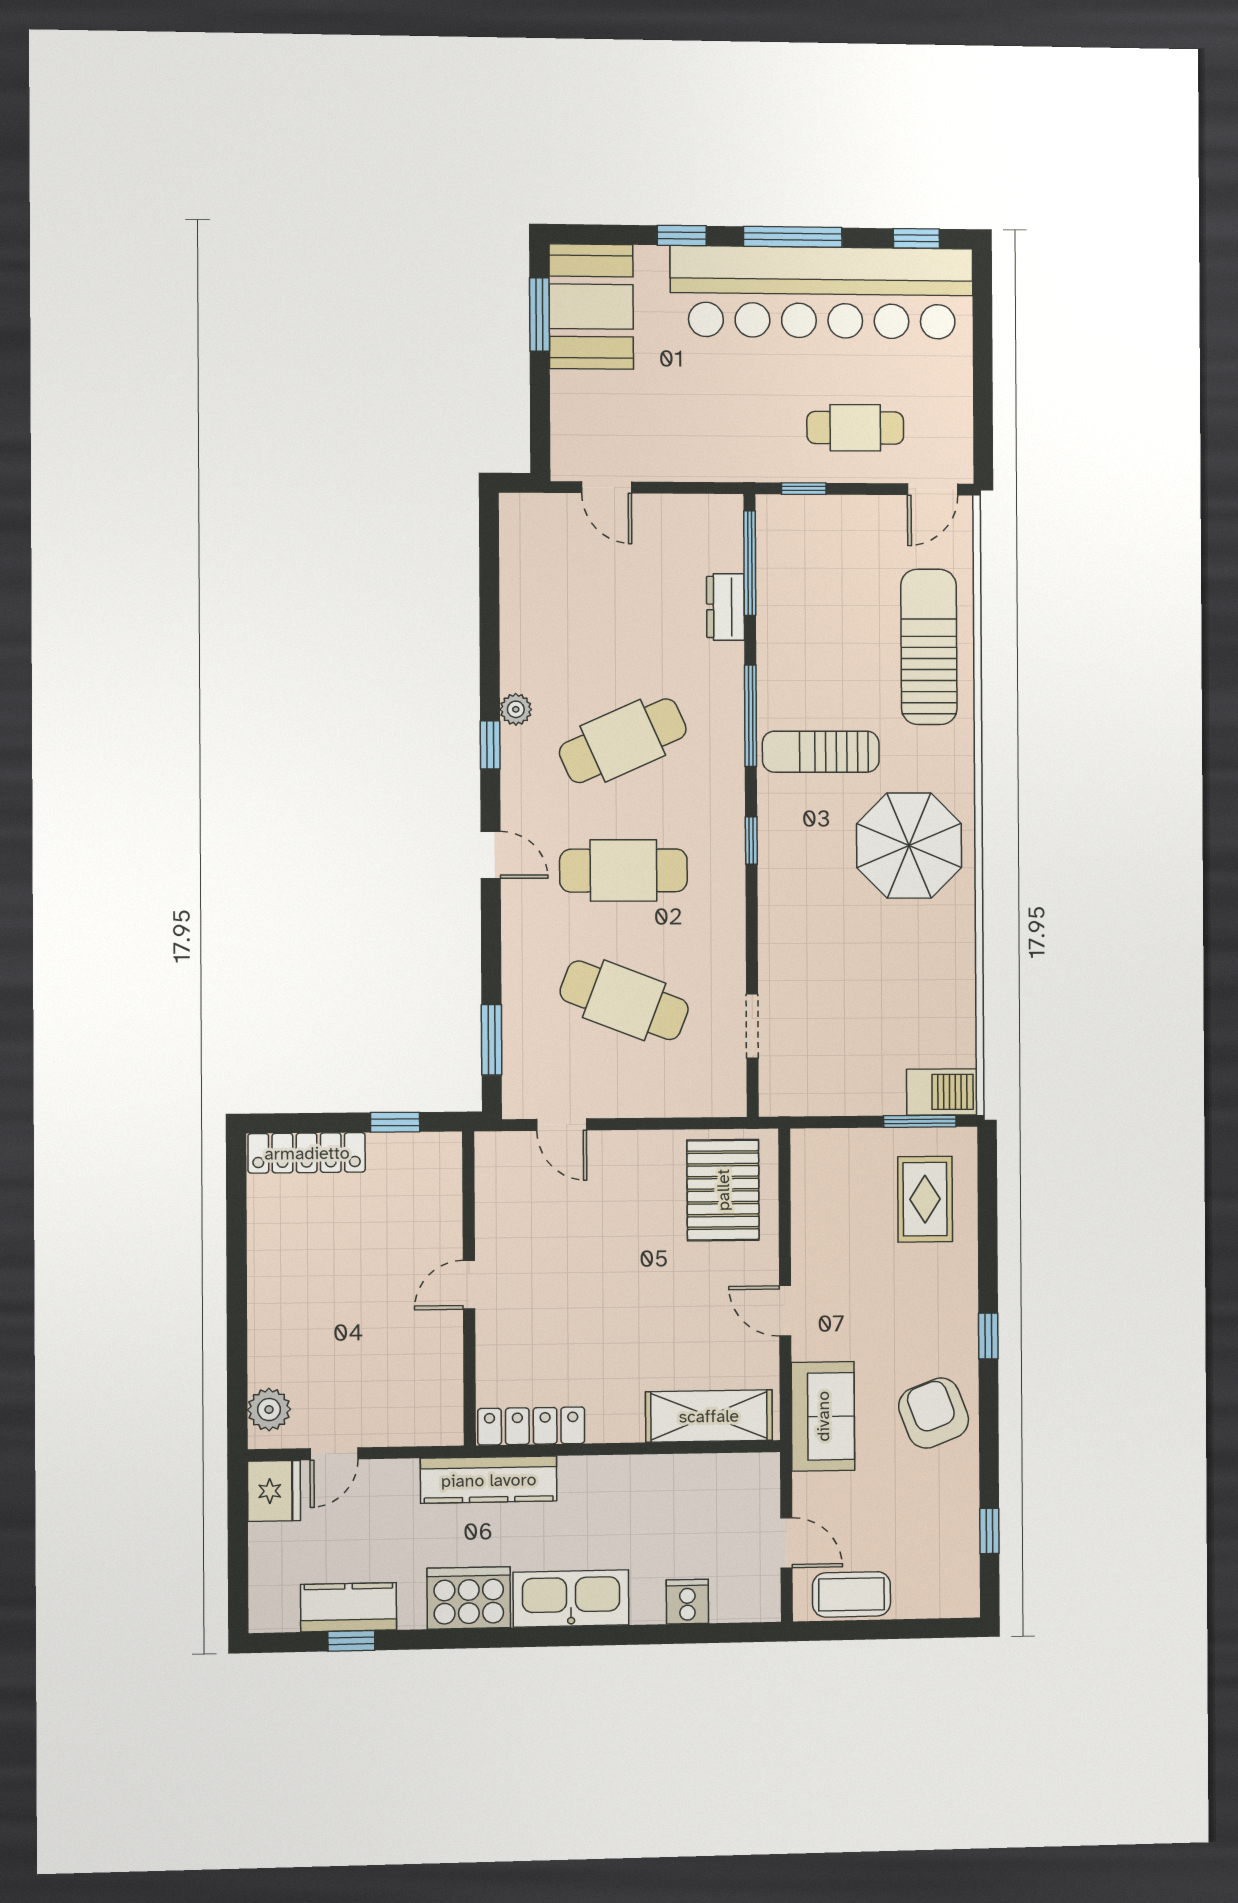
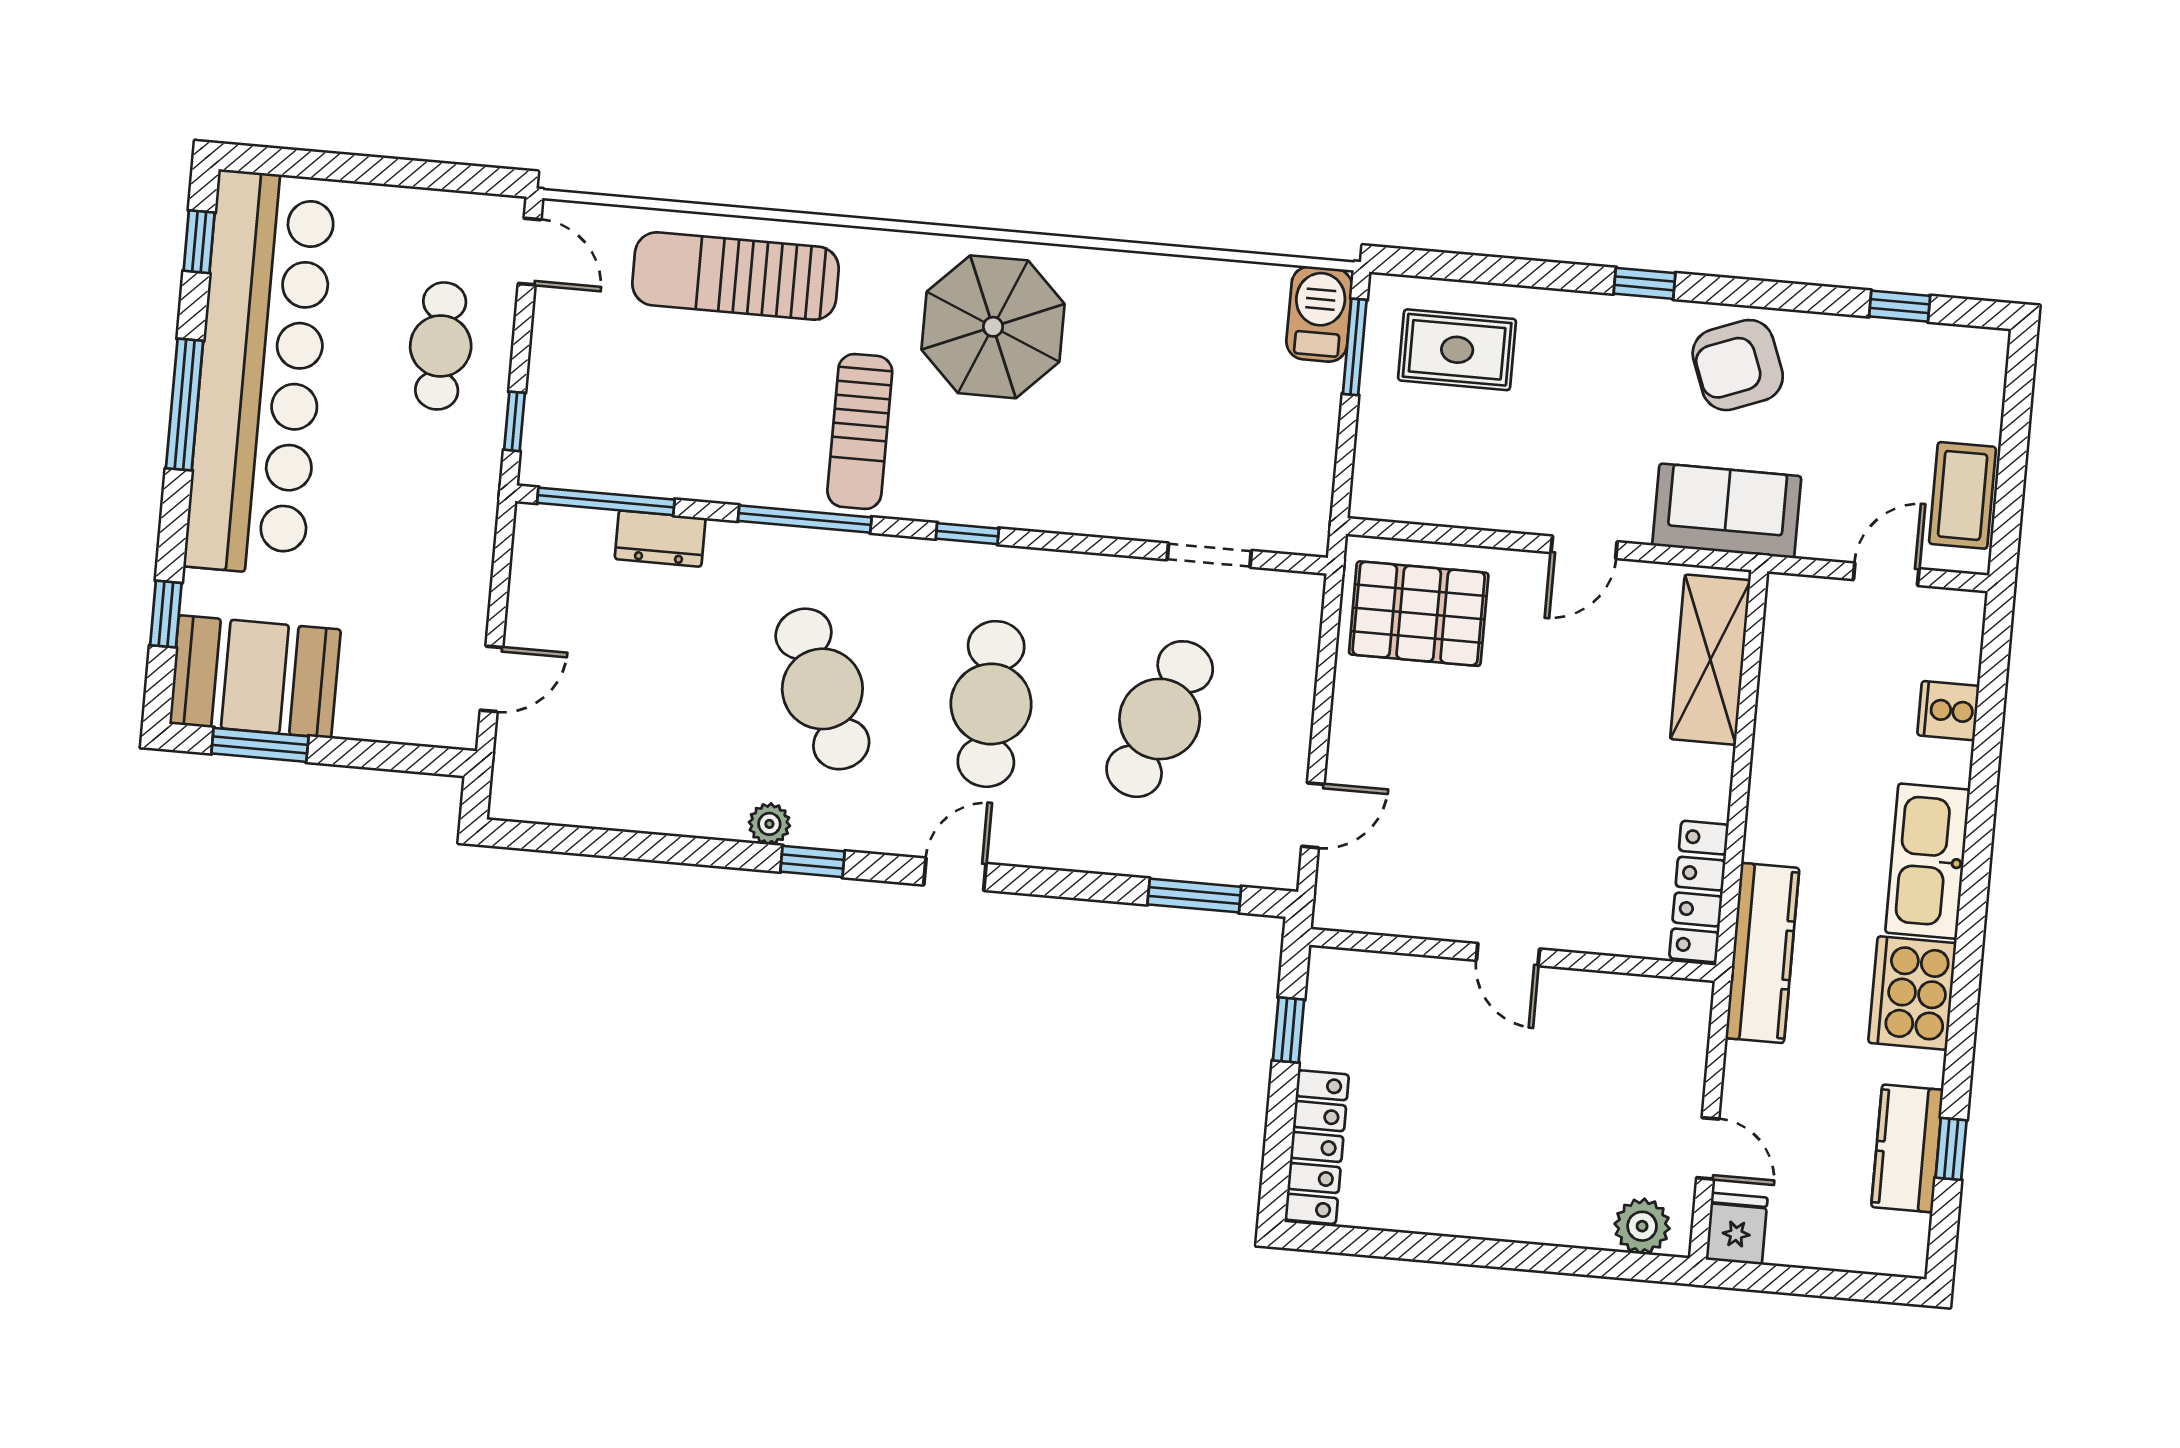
window: (682, 235) -> (166, 614), moved
fridge: (274, 1491) -> (1737, 1229), width x0.72

